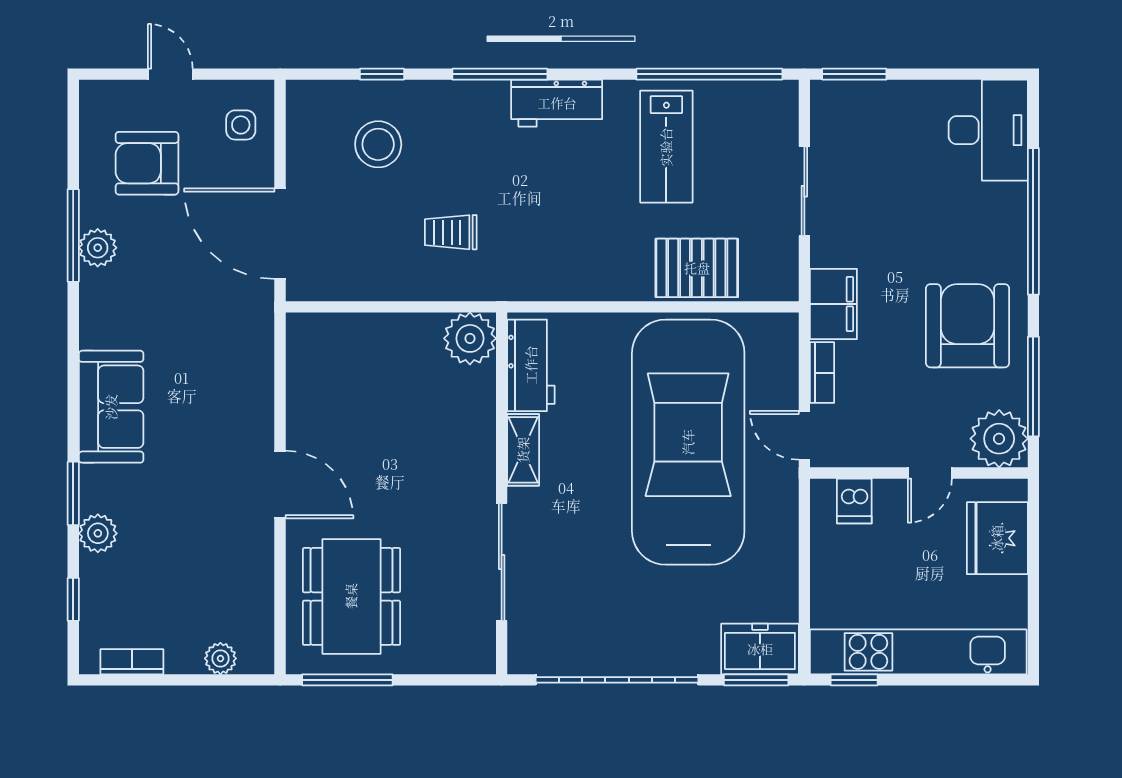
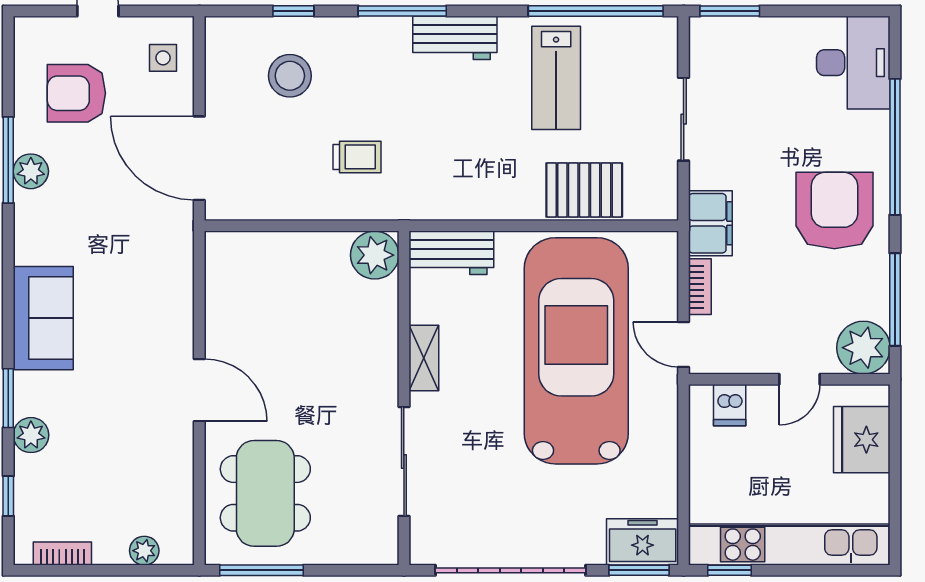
trolley: (451, 232) -> (357, 157), turned 180
armchair: (968, 326) -> (834, 211), moved
workbench: (531, 365) -> (451, 253), moved, turned 90

